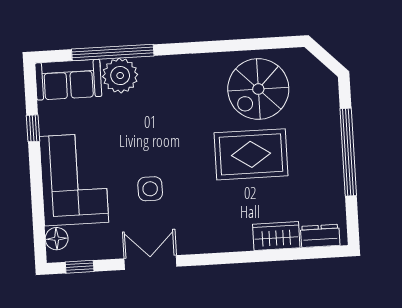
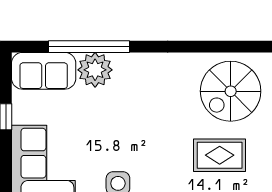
rug: (251, 154) -> (220, 155), width x0.73, depth x0.70

